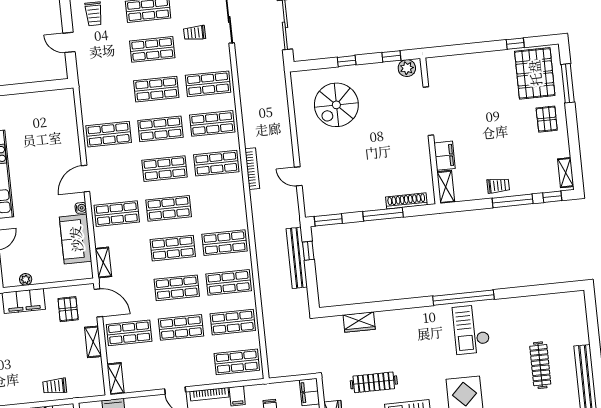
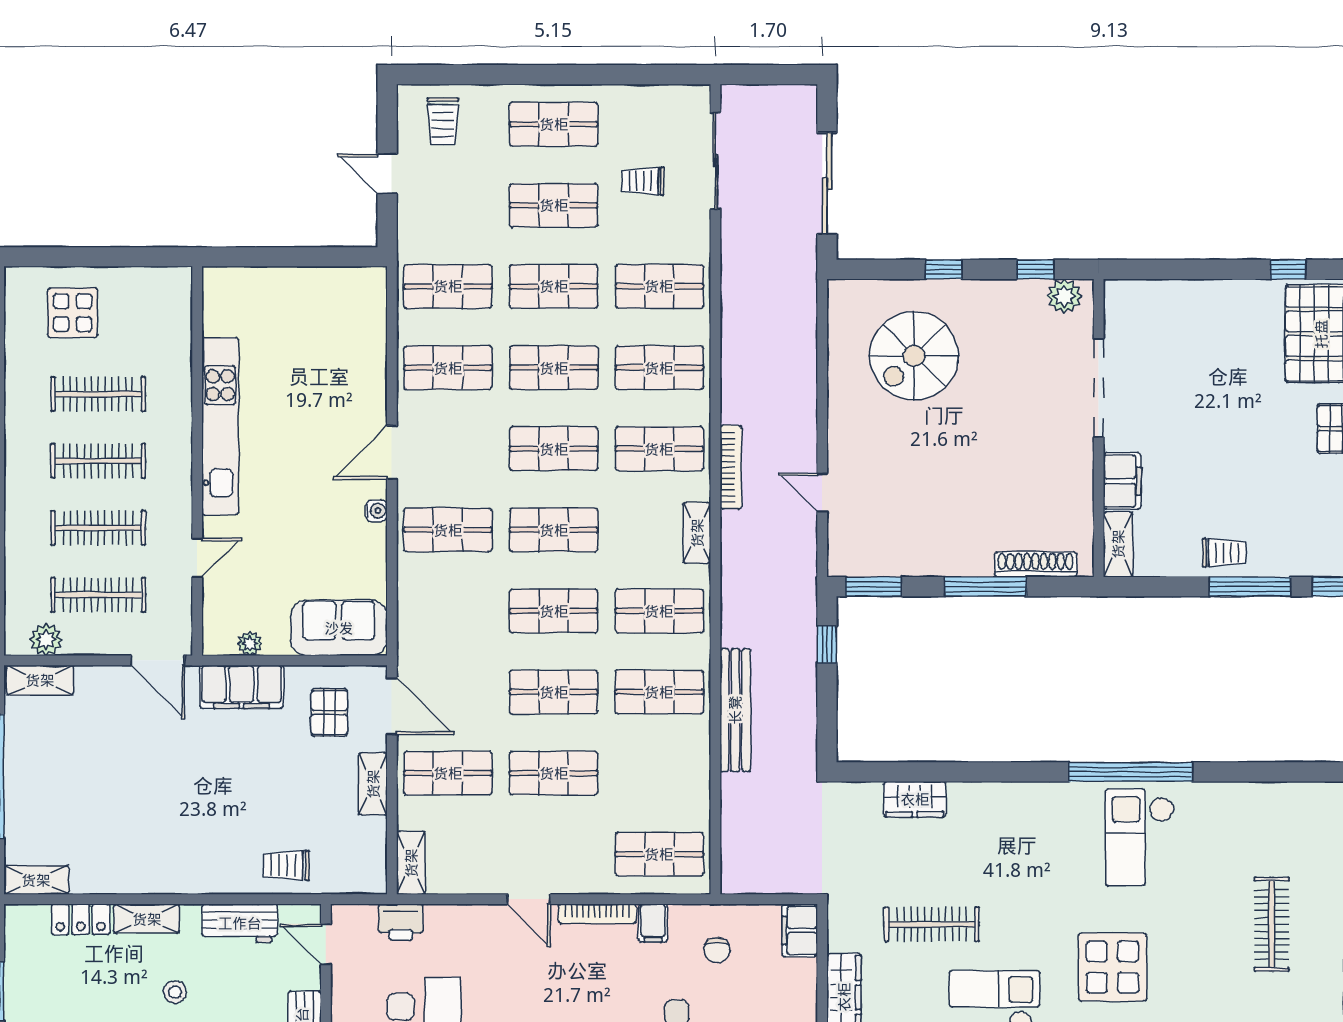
sofa: (76, 239) -> (339, 628), moved, turned 90
bench: (297, 258) -> (735, 710), moved
shelving: (103, 263) -> (697, 533), moved
shop shelf: (233, 322) -> (448, 286), moved

